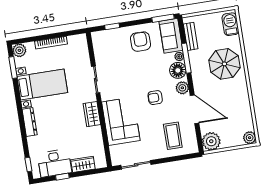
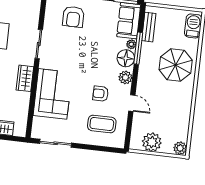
armchair: (141, 42) -> (73, 17), moved, turned 180
armchair: (155, 98) -> (101, 94), moved
door: (195, 109) -> (132, 103), width x0.53
coffee table: (173, 136) -> (102, 124), turned 90
plant: (211, 141) -> (152, 142), moved

